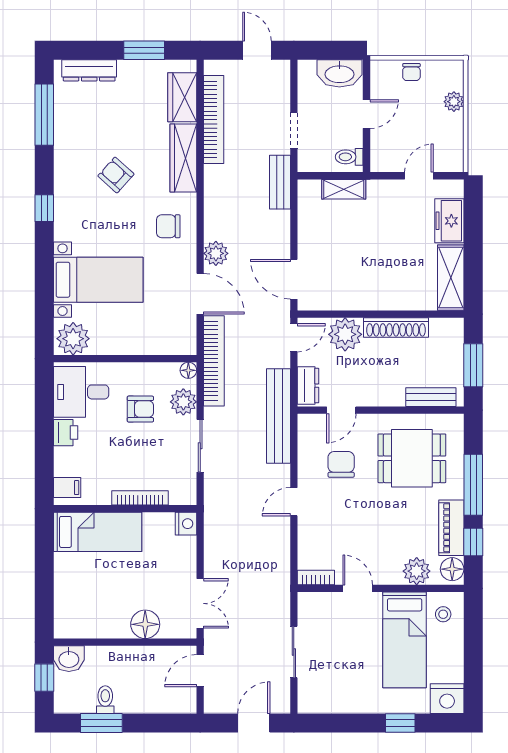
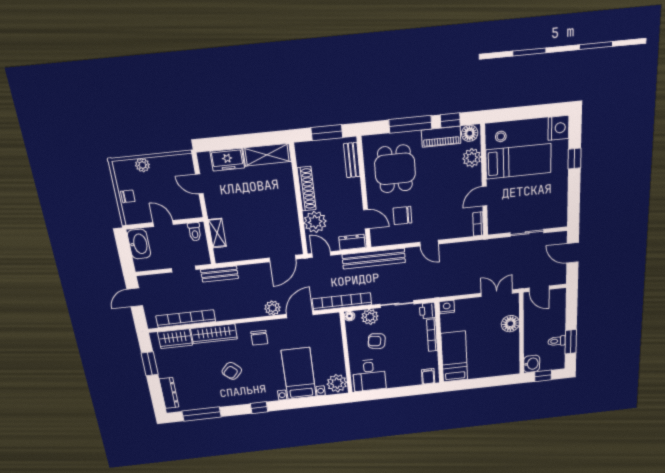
armchair: (140, 409) -> (377, 341), turned -82
printer: (66, 433) -> (428, 311), moved, turned -90

